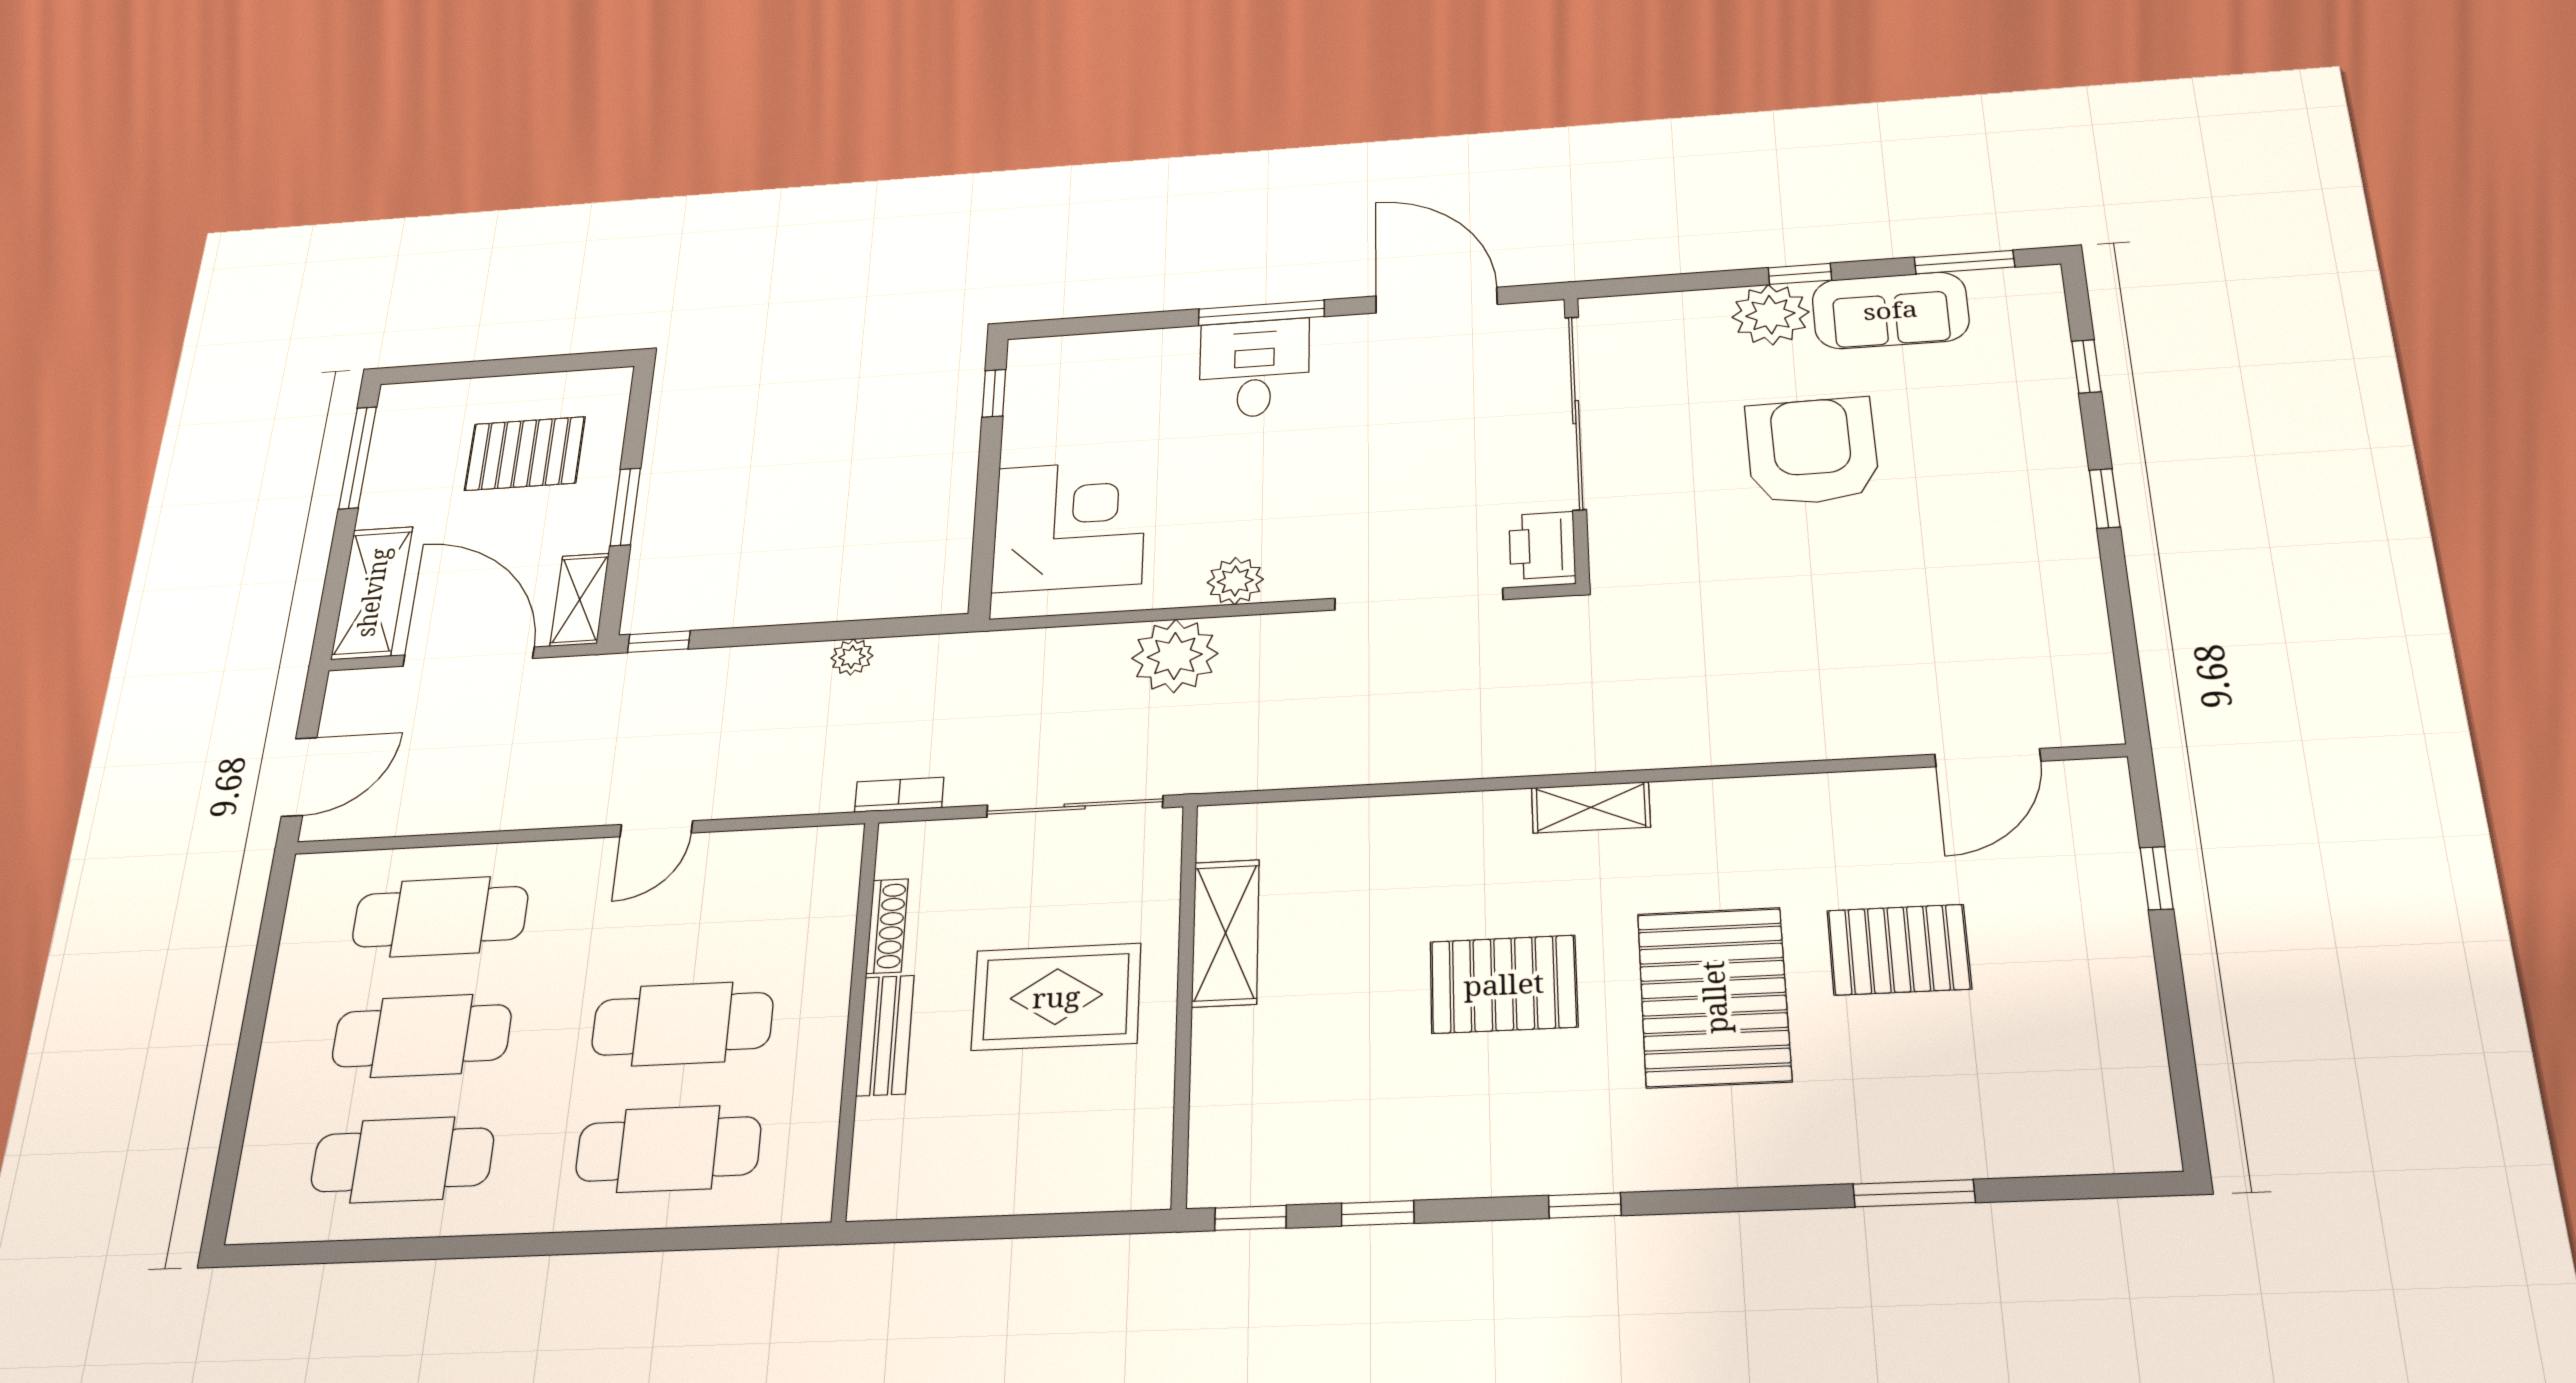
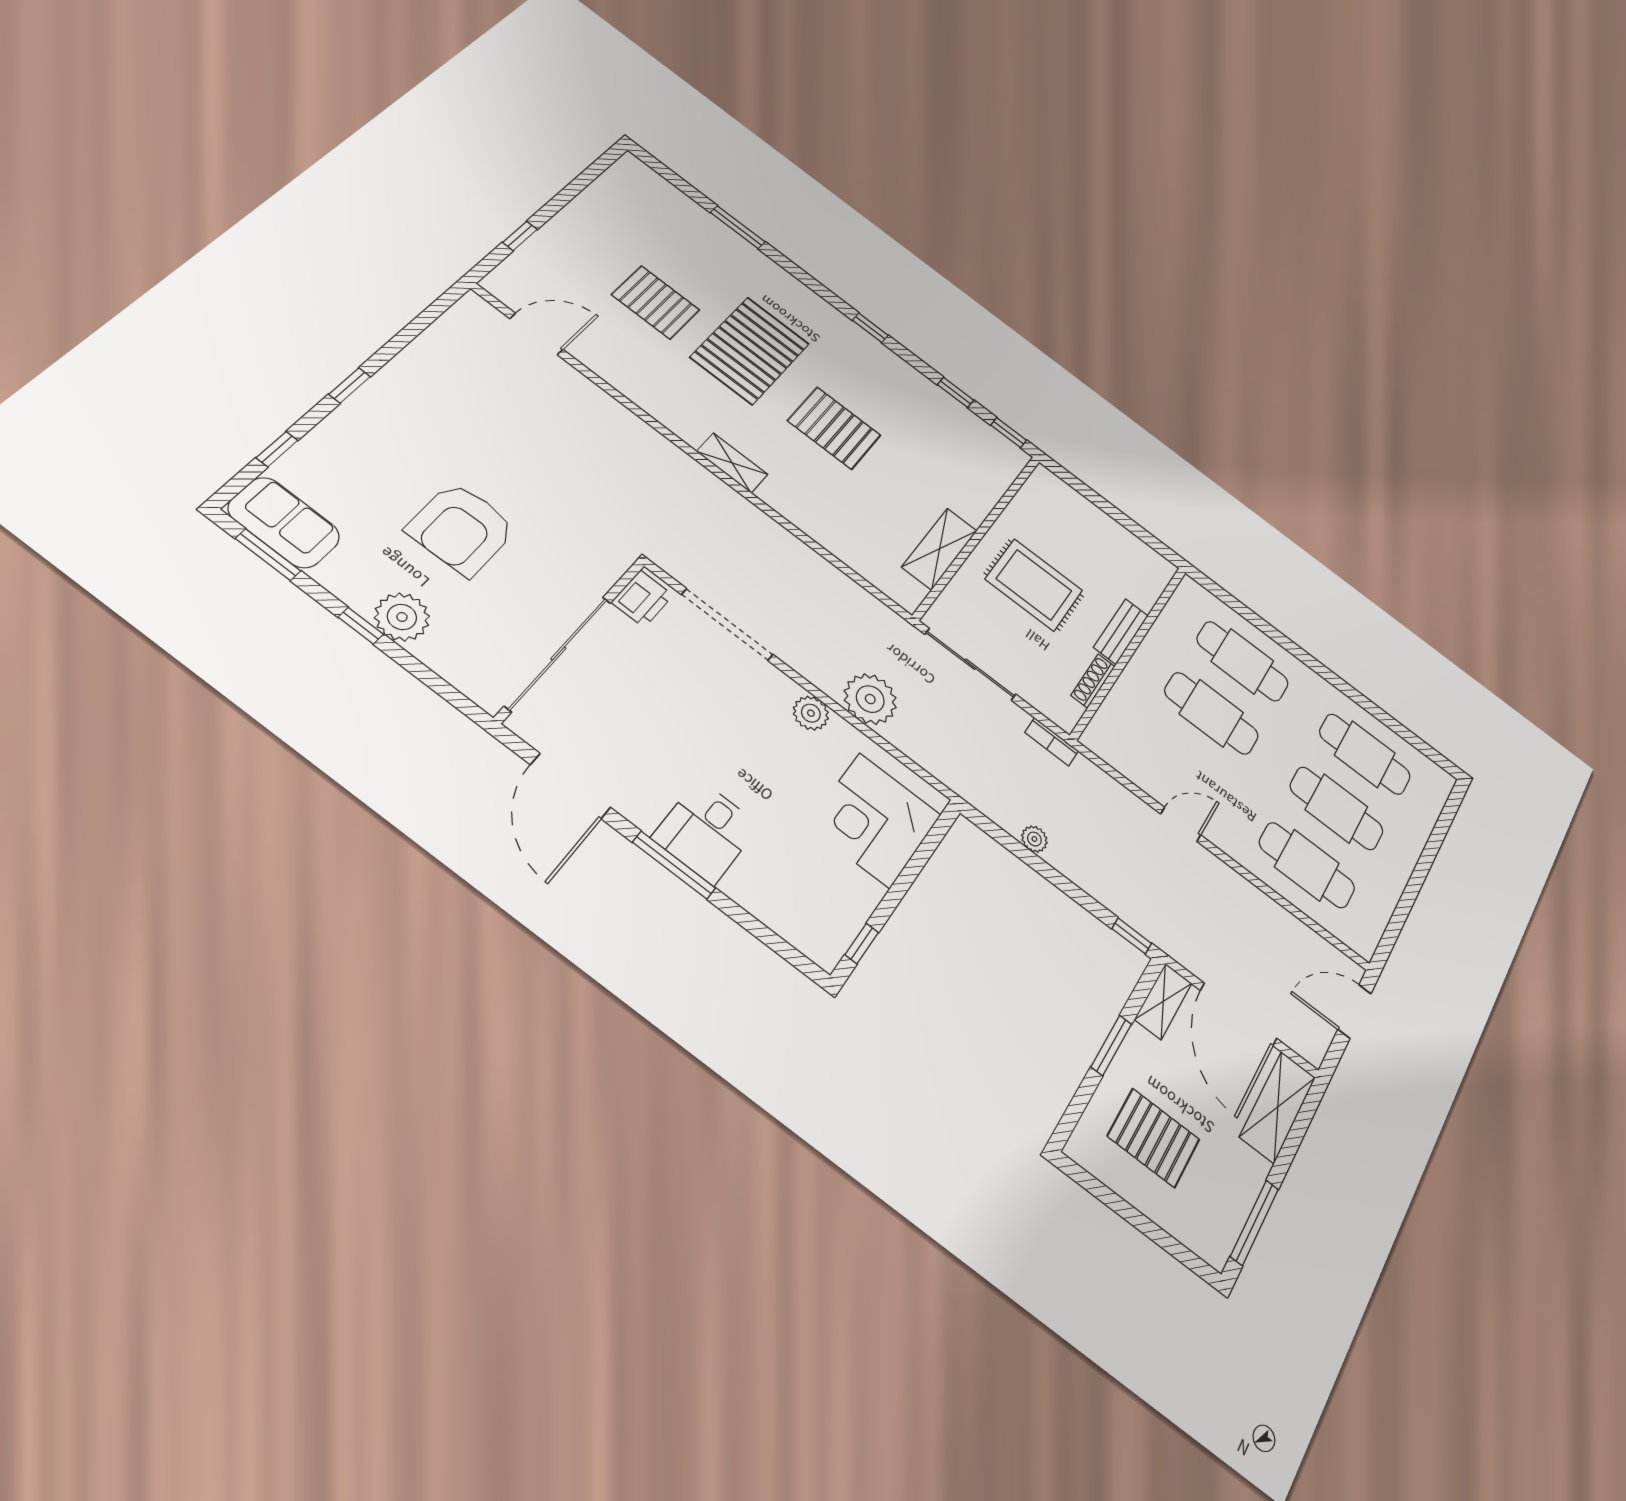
sofa: (1890, 310) -> (284, 522), moved

